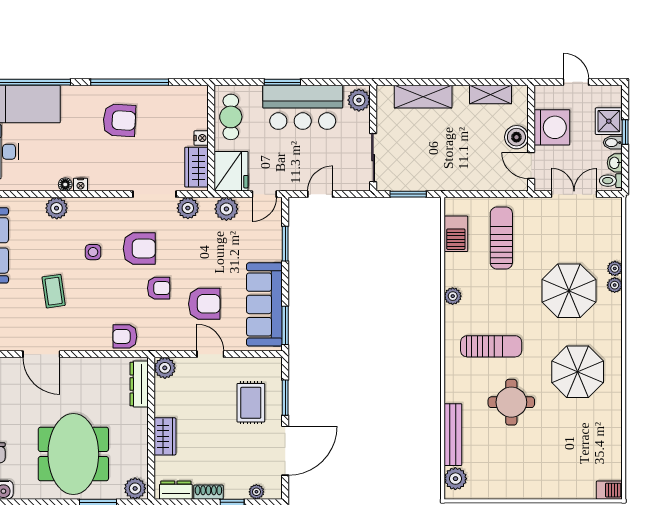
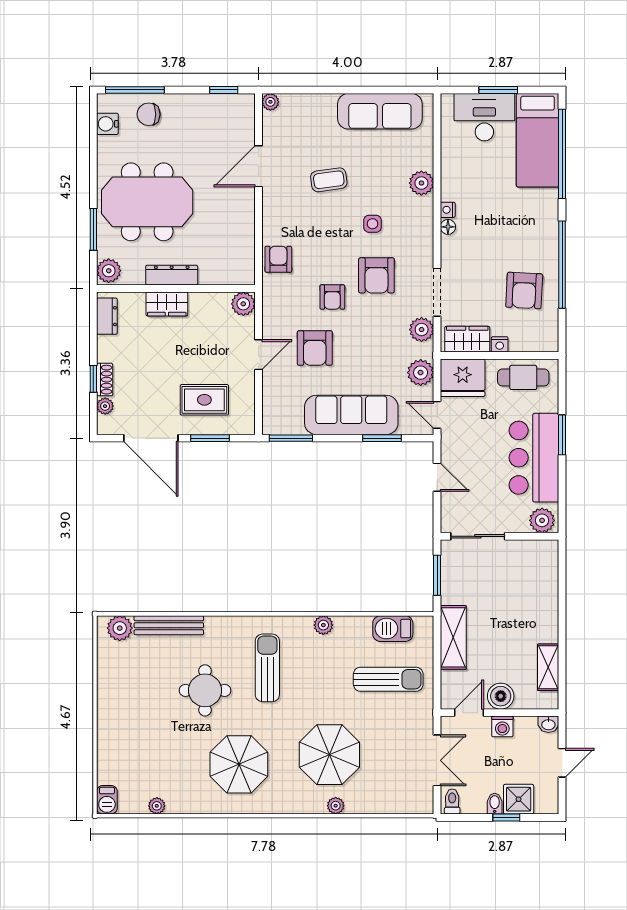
shelving: (423, 97) -> (453, 637), moved
armchair: (119, 120) -> (524, 291), moved
washing machine: (552, 127) -> (502, 726), width x0.53, depth x0.53
washbasin: (615, 163) -> (548, 724), moved, turned 180
floor lamp: (65, 184) -> (448, 227), moved
plant: (615, 268) -> (157, 806), moved
sofa: (264, 304) -> (351, 415), moved
sun lounger: (491, 346) -> (267, 668), turned 180
dresser: (139, 384) -> (172, 275), moved
shoe rack: (208, 492) -> (105, 380), moved

